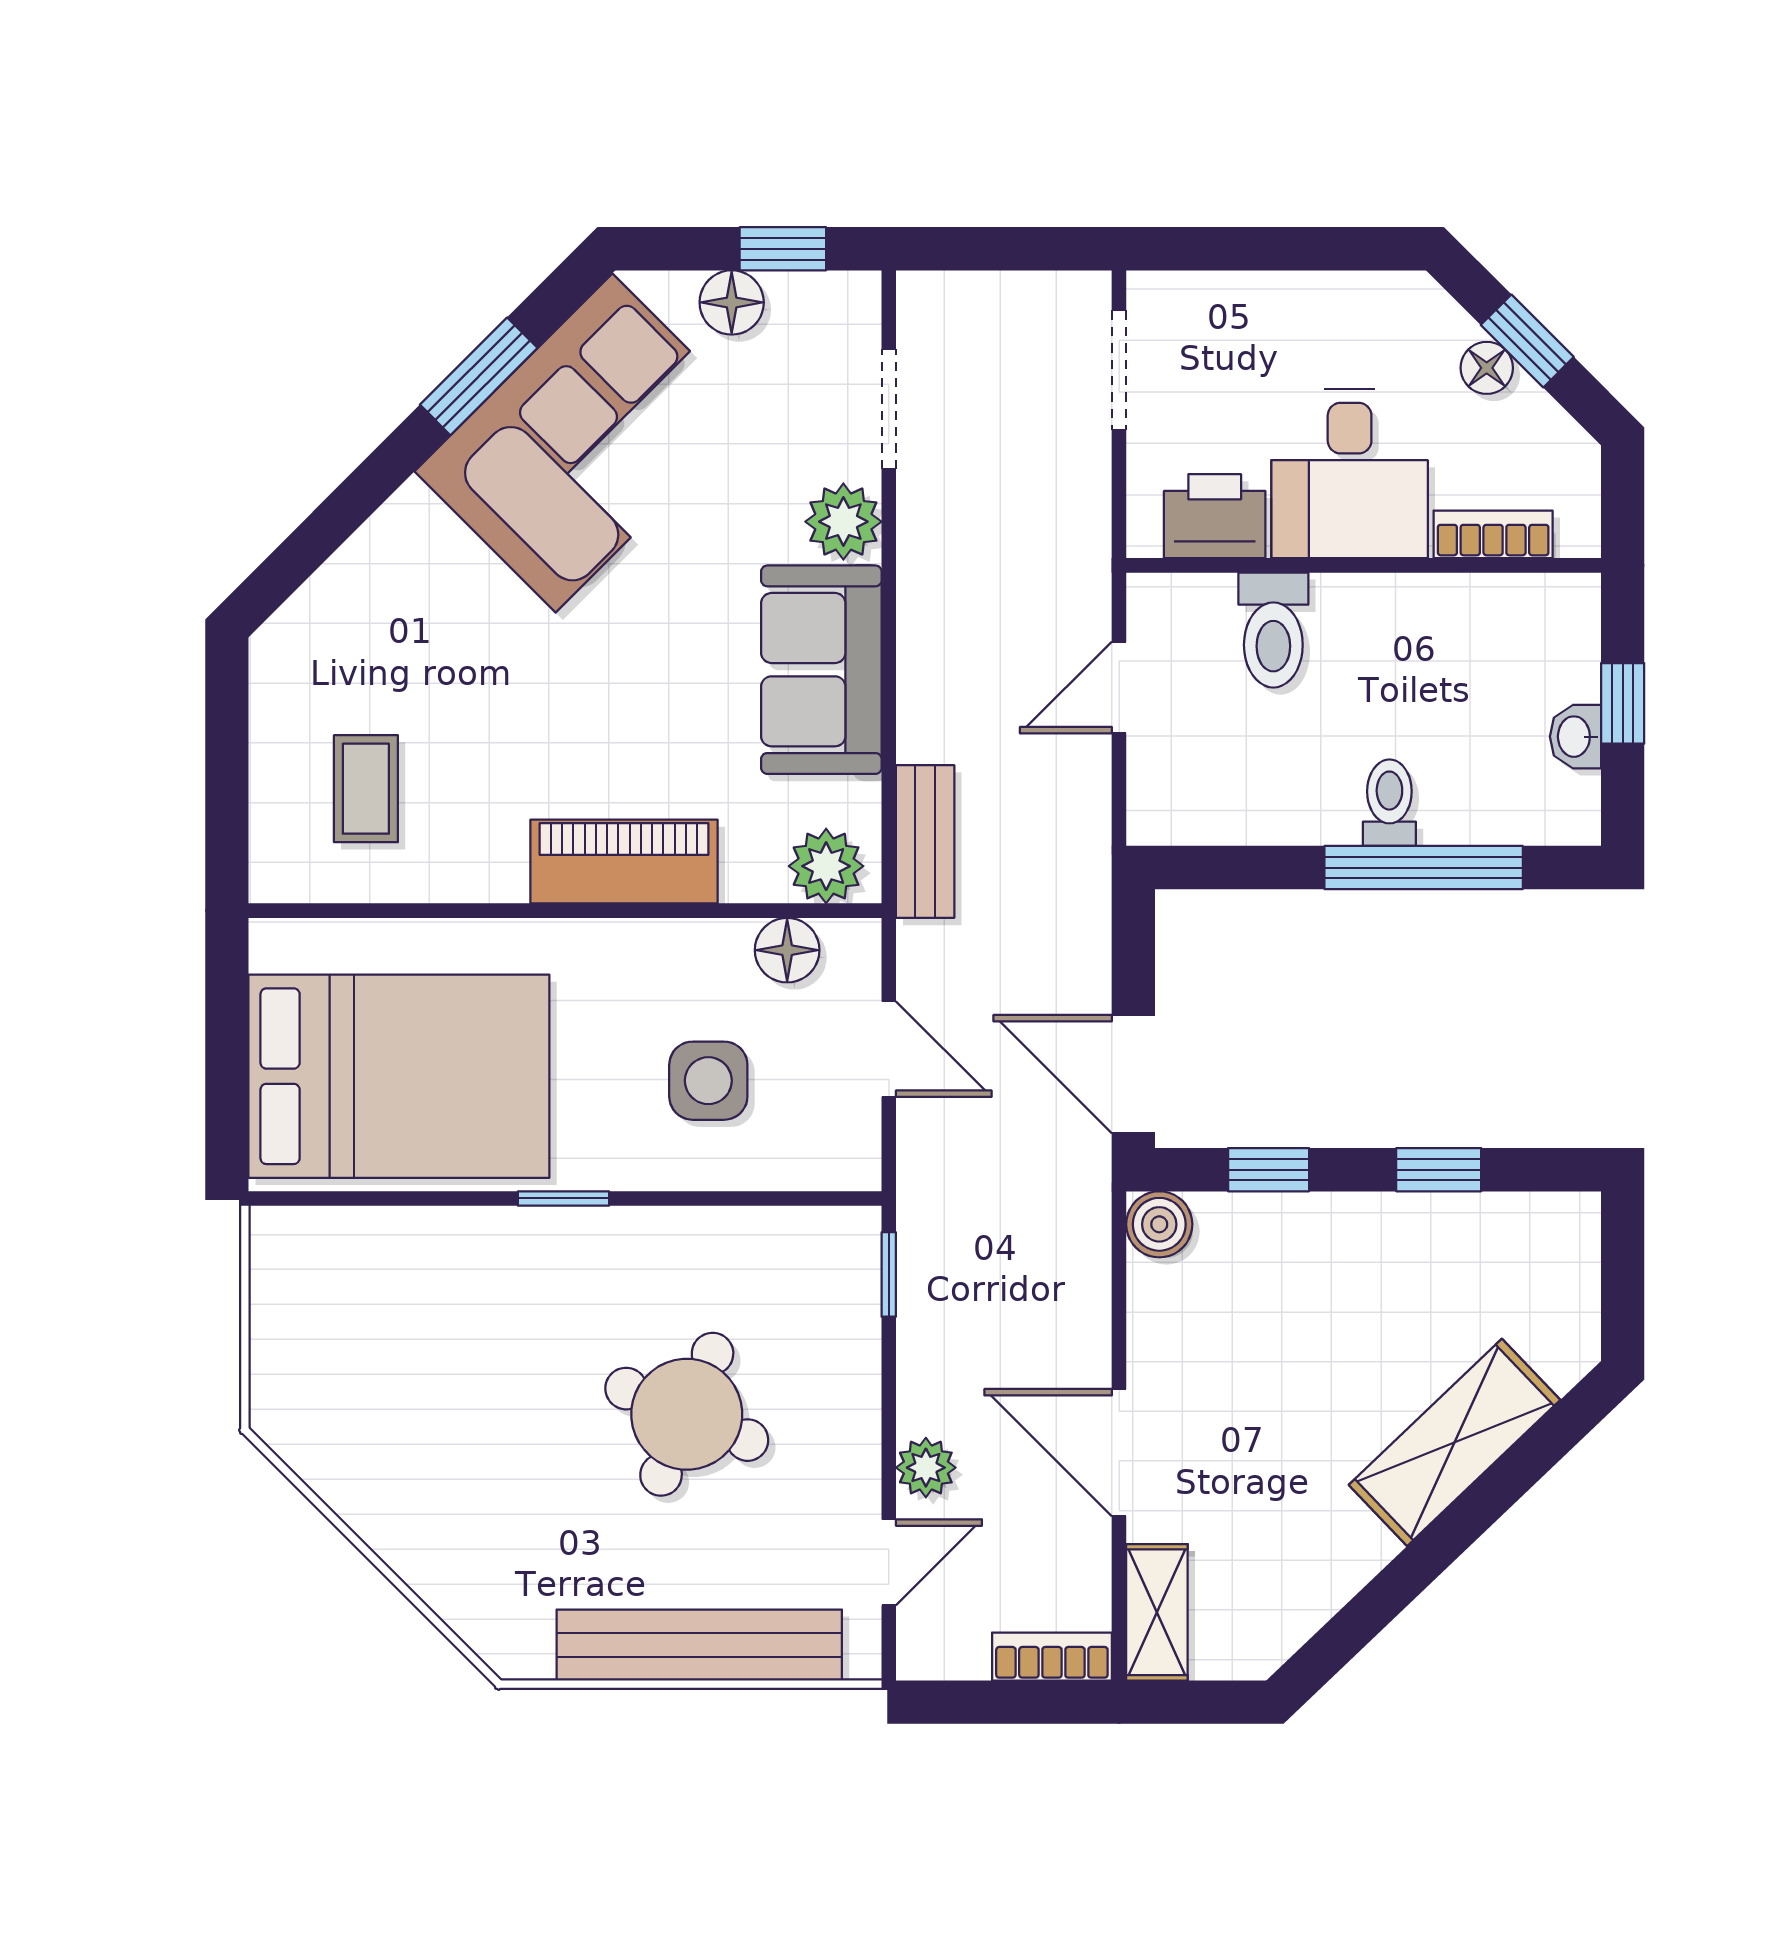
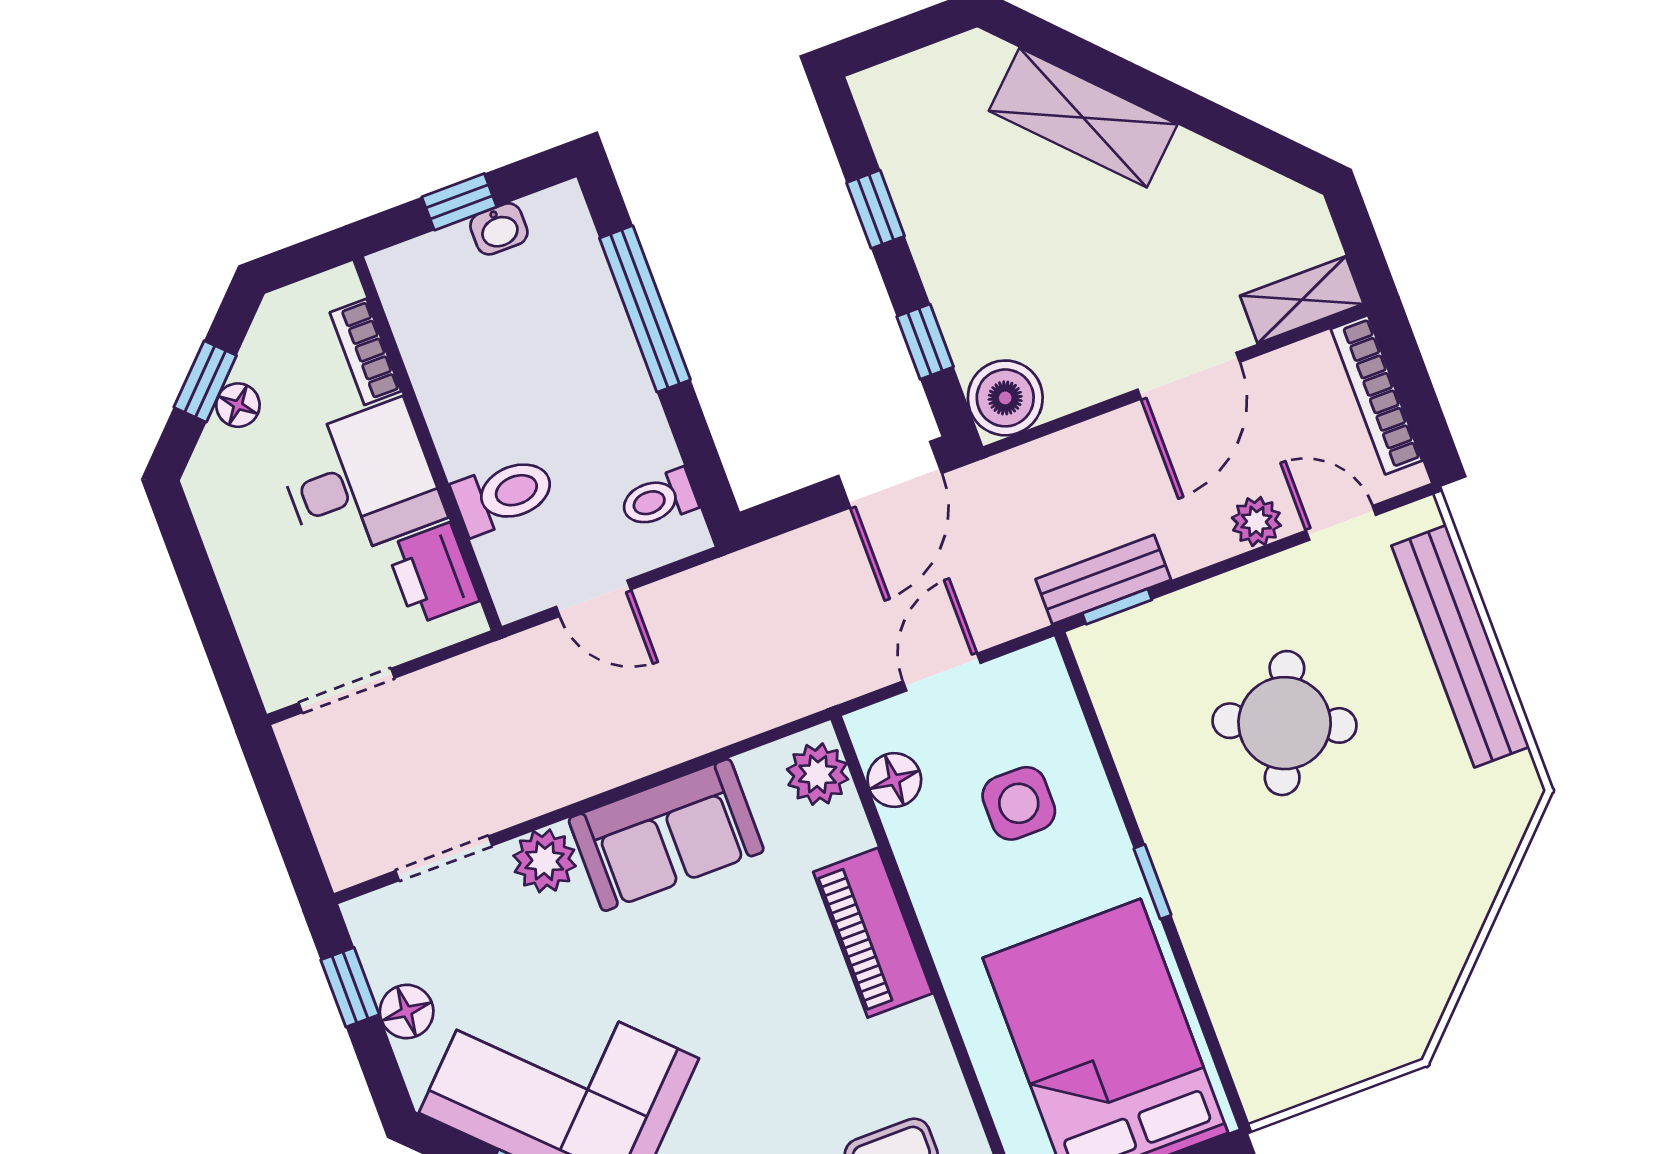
toilet: (1389, 803) -> (659, 499), moved
bench: (925, 842) -> (1103, 580), moved
boiler: (1159, 1224) -> (1005, 398), width x1.36, depth x1.36
bookcase: (1052, 1657) -> (1377, 395), width x1.56

